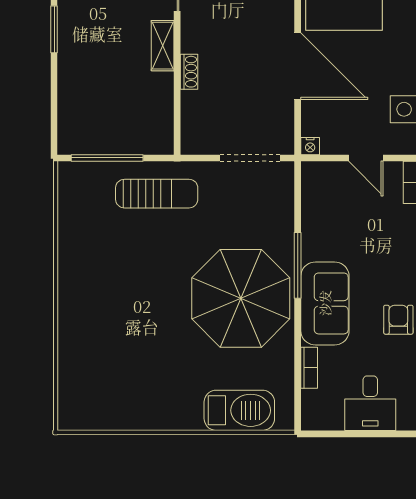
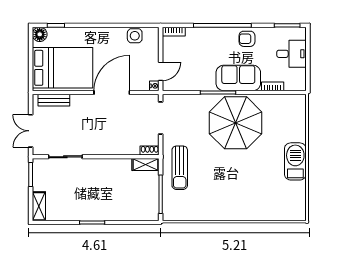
shelving: (163, 46) -> (146, 165), moved
shoe rack: (189, 72) -> (150, 150), moved
door: (366, 158) -> (161, 71), moved
sun lounger: (157, 194) -> (180, 168), turned 180
barbecue: (239, 410) -> (295, 161), moved

